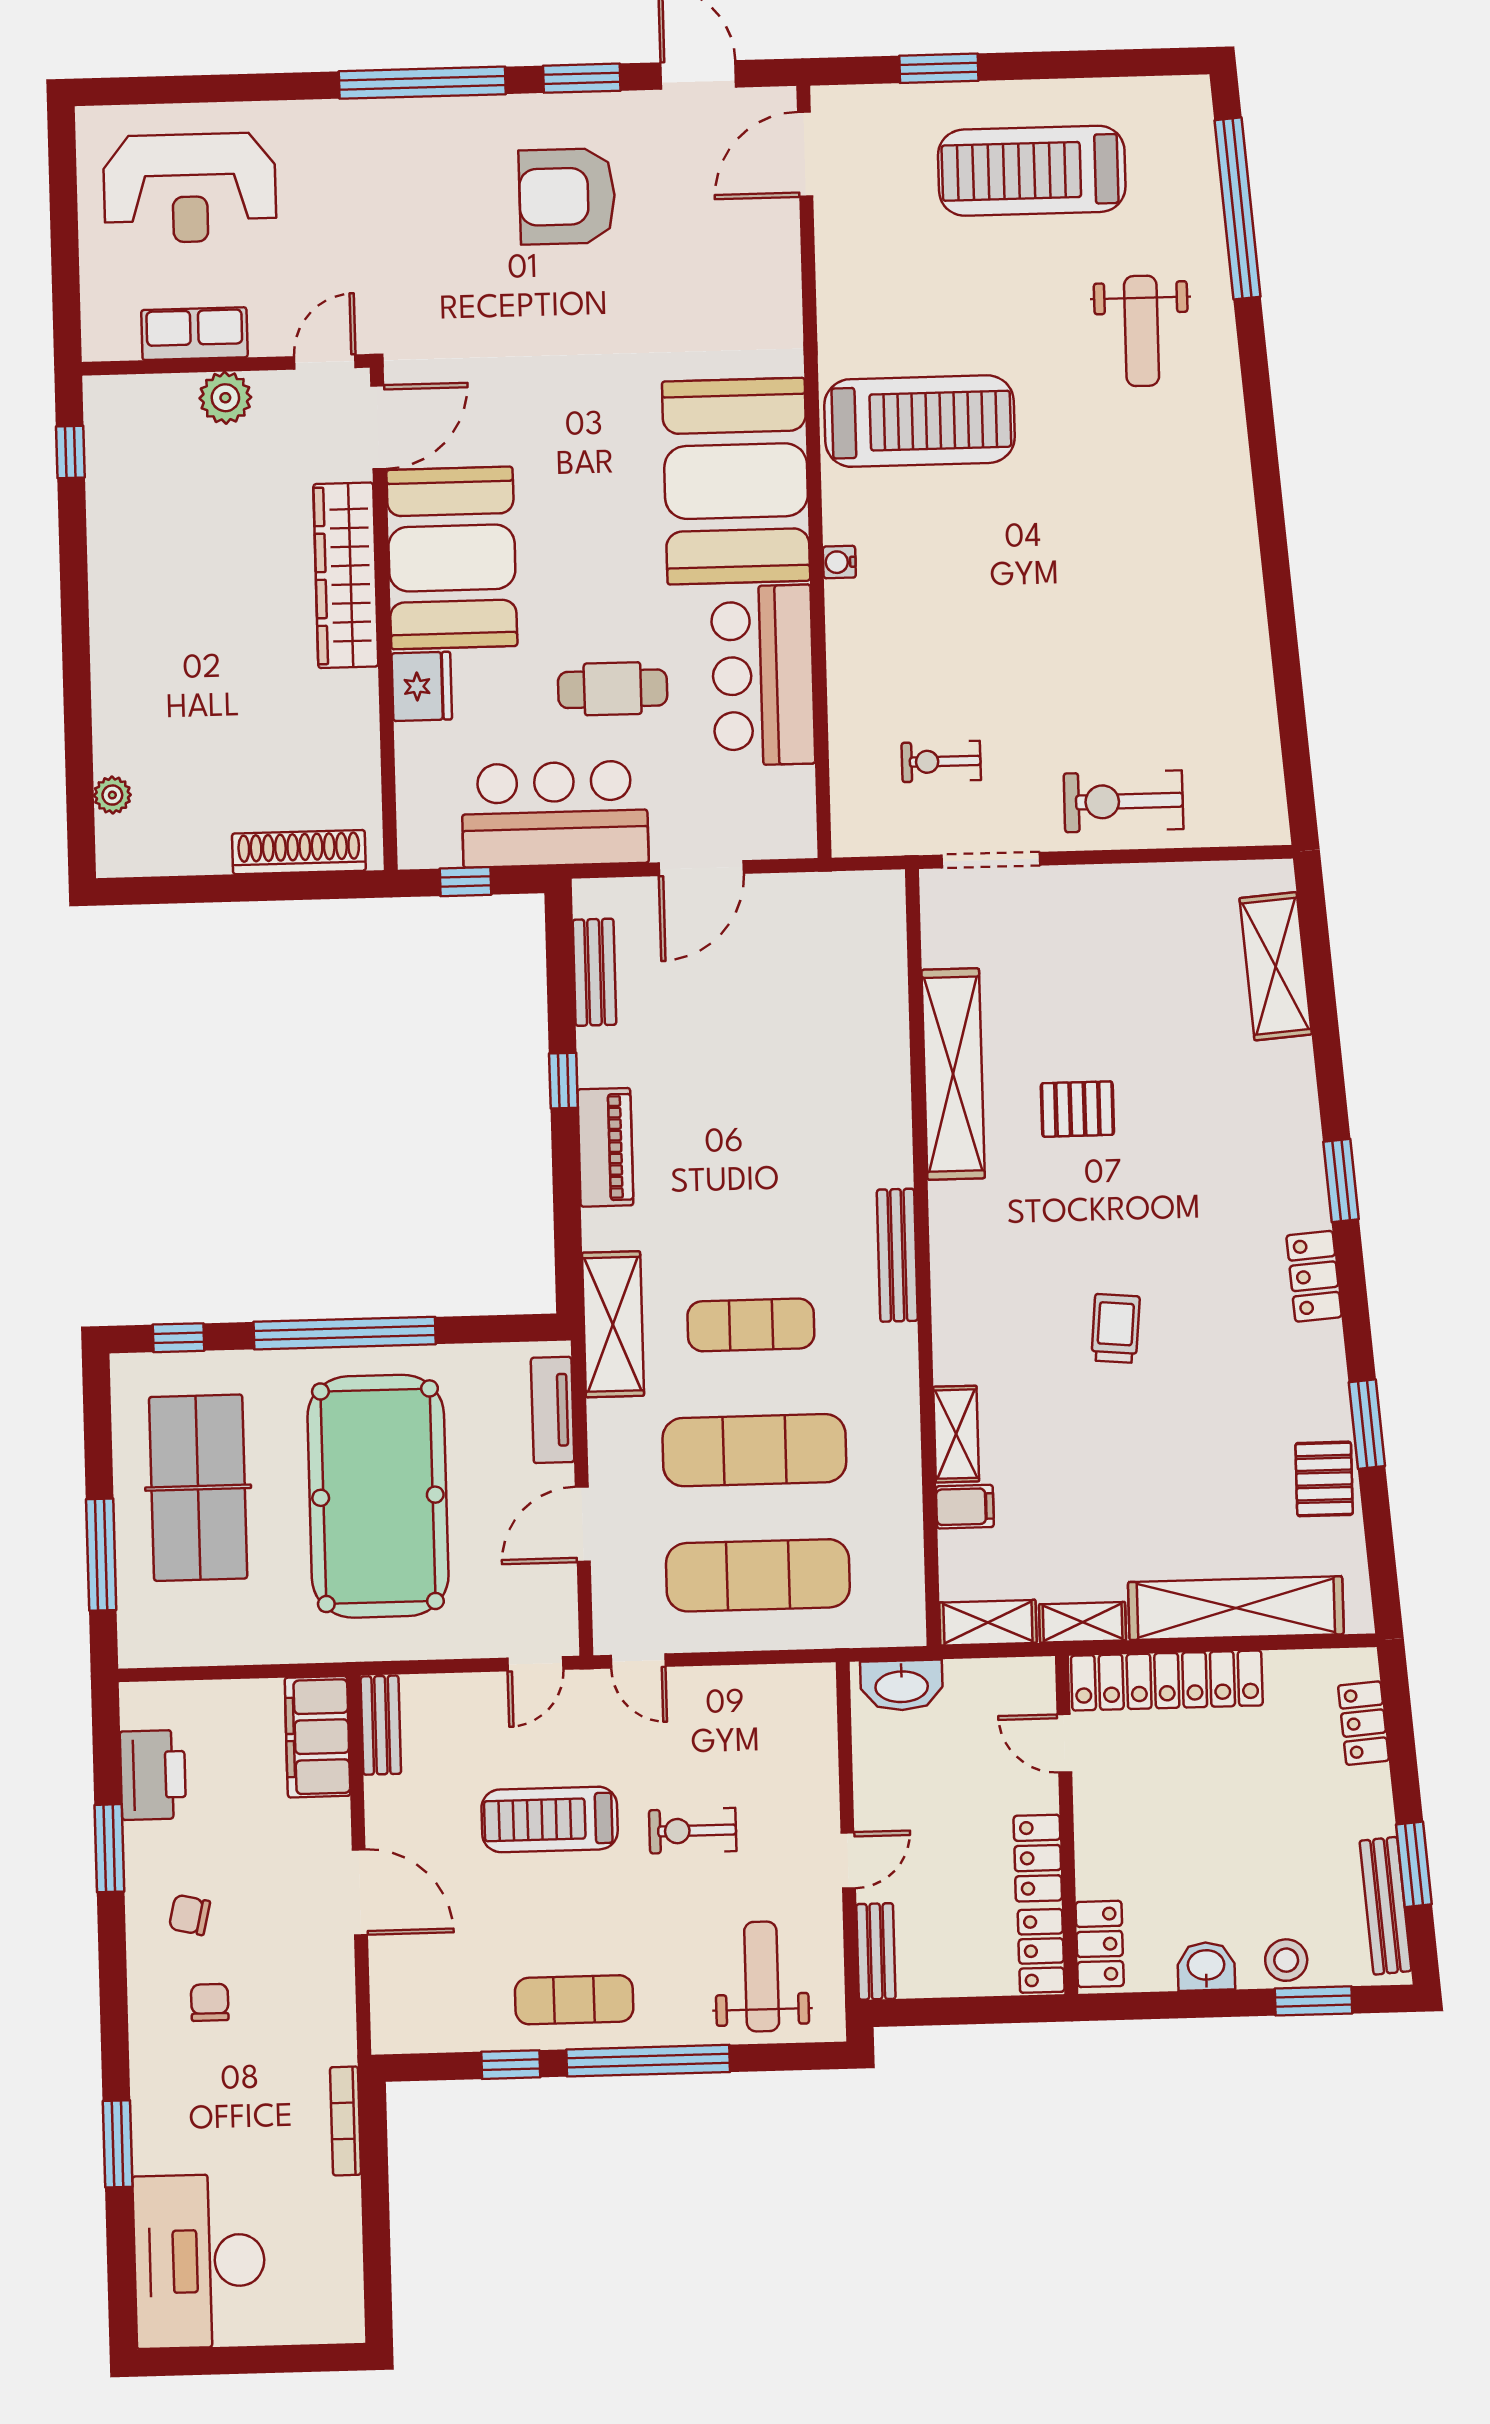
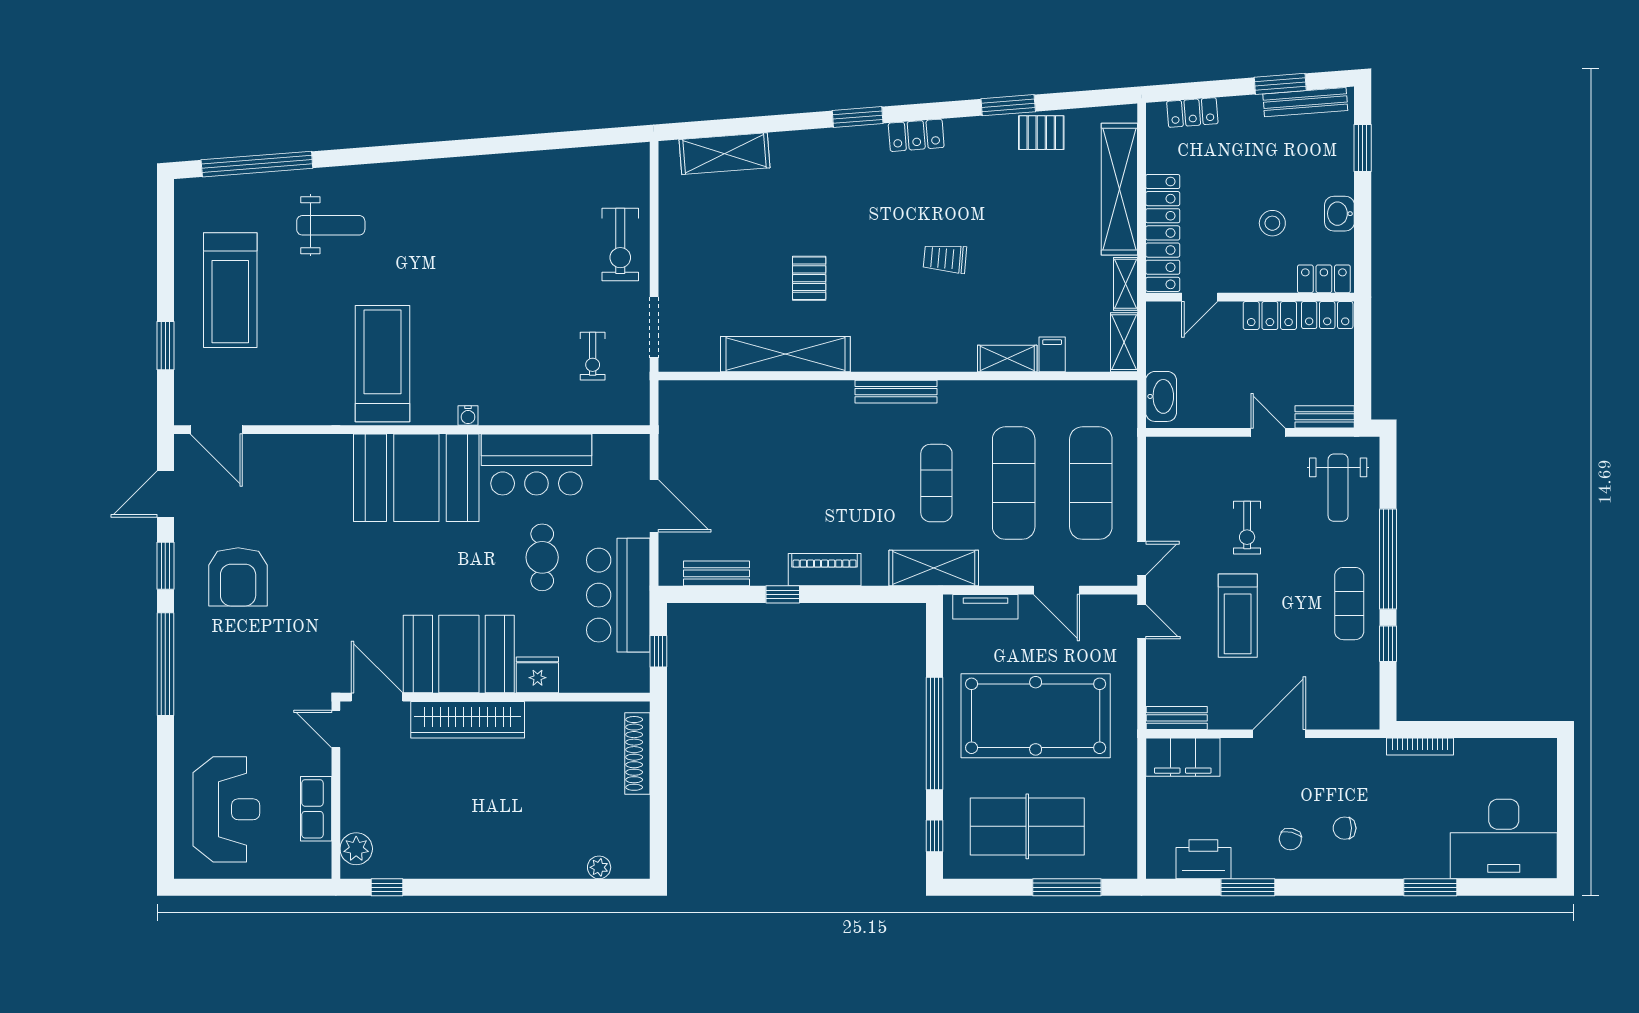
plant: (225, 398) -> (356, 849), moved
stool: (1286, 1960) -> (1272, 223), moved
weight bench: (762, 1976) -> (1338, 488), turned -90

